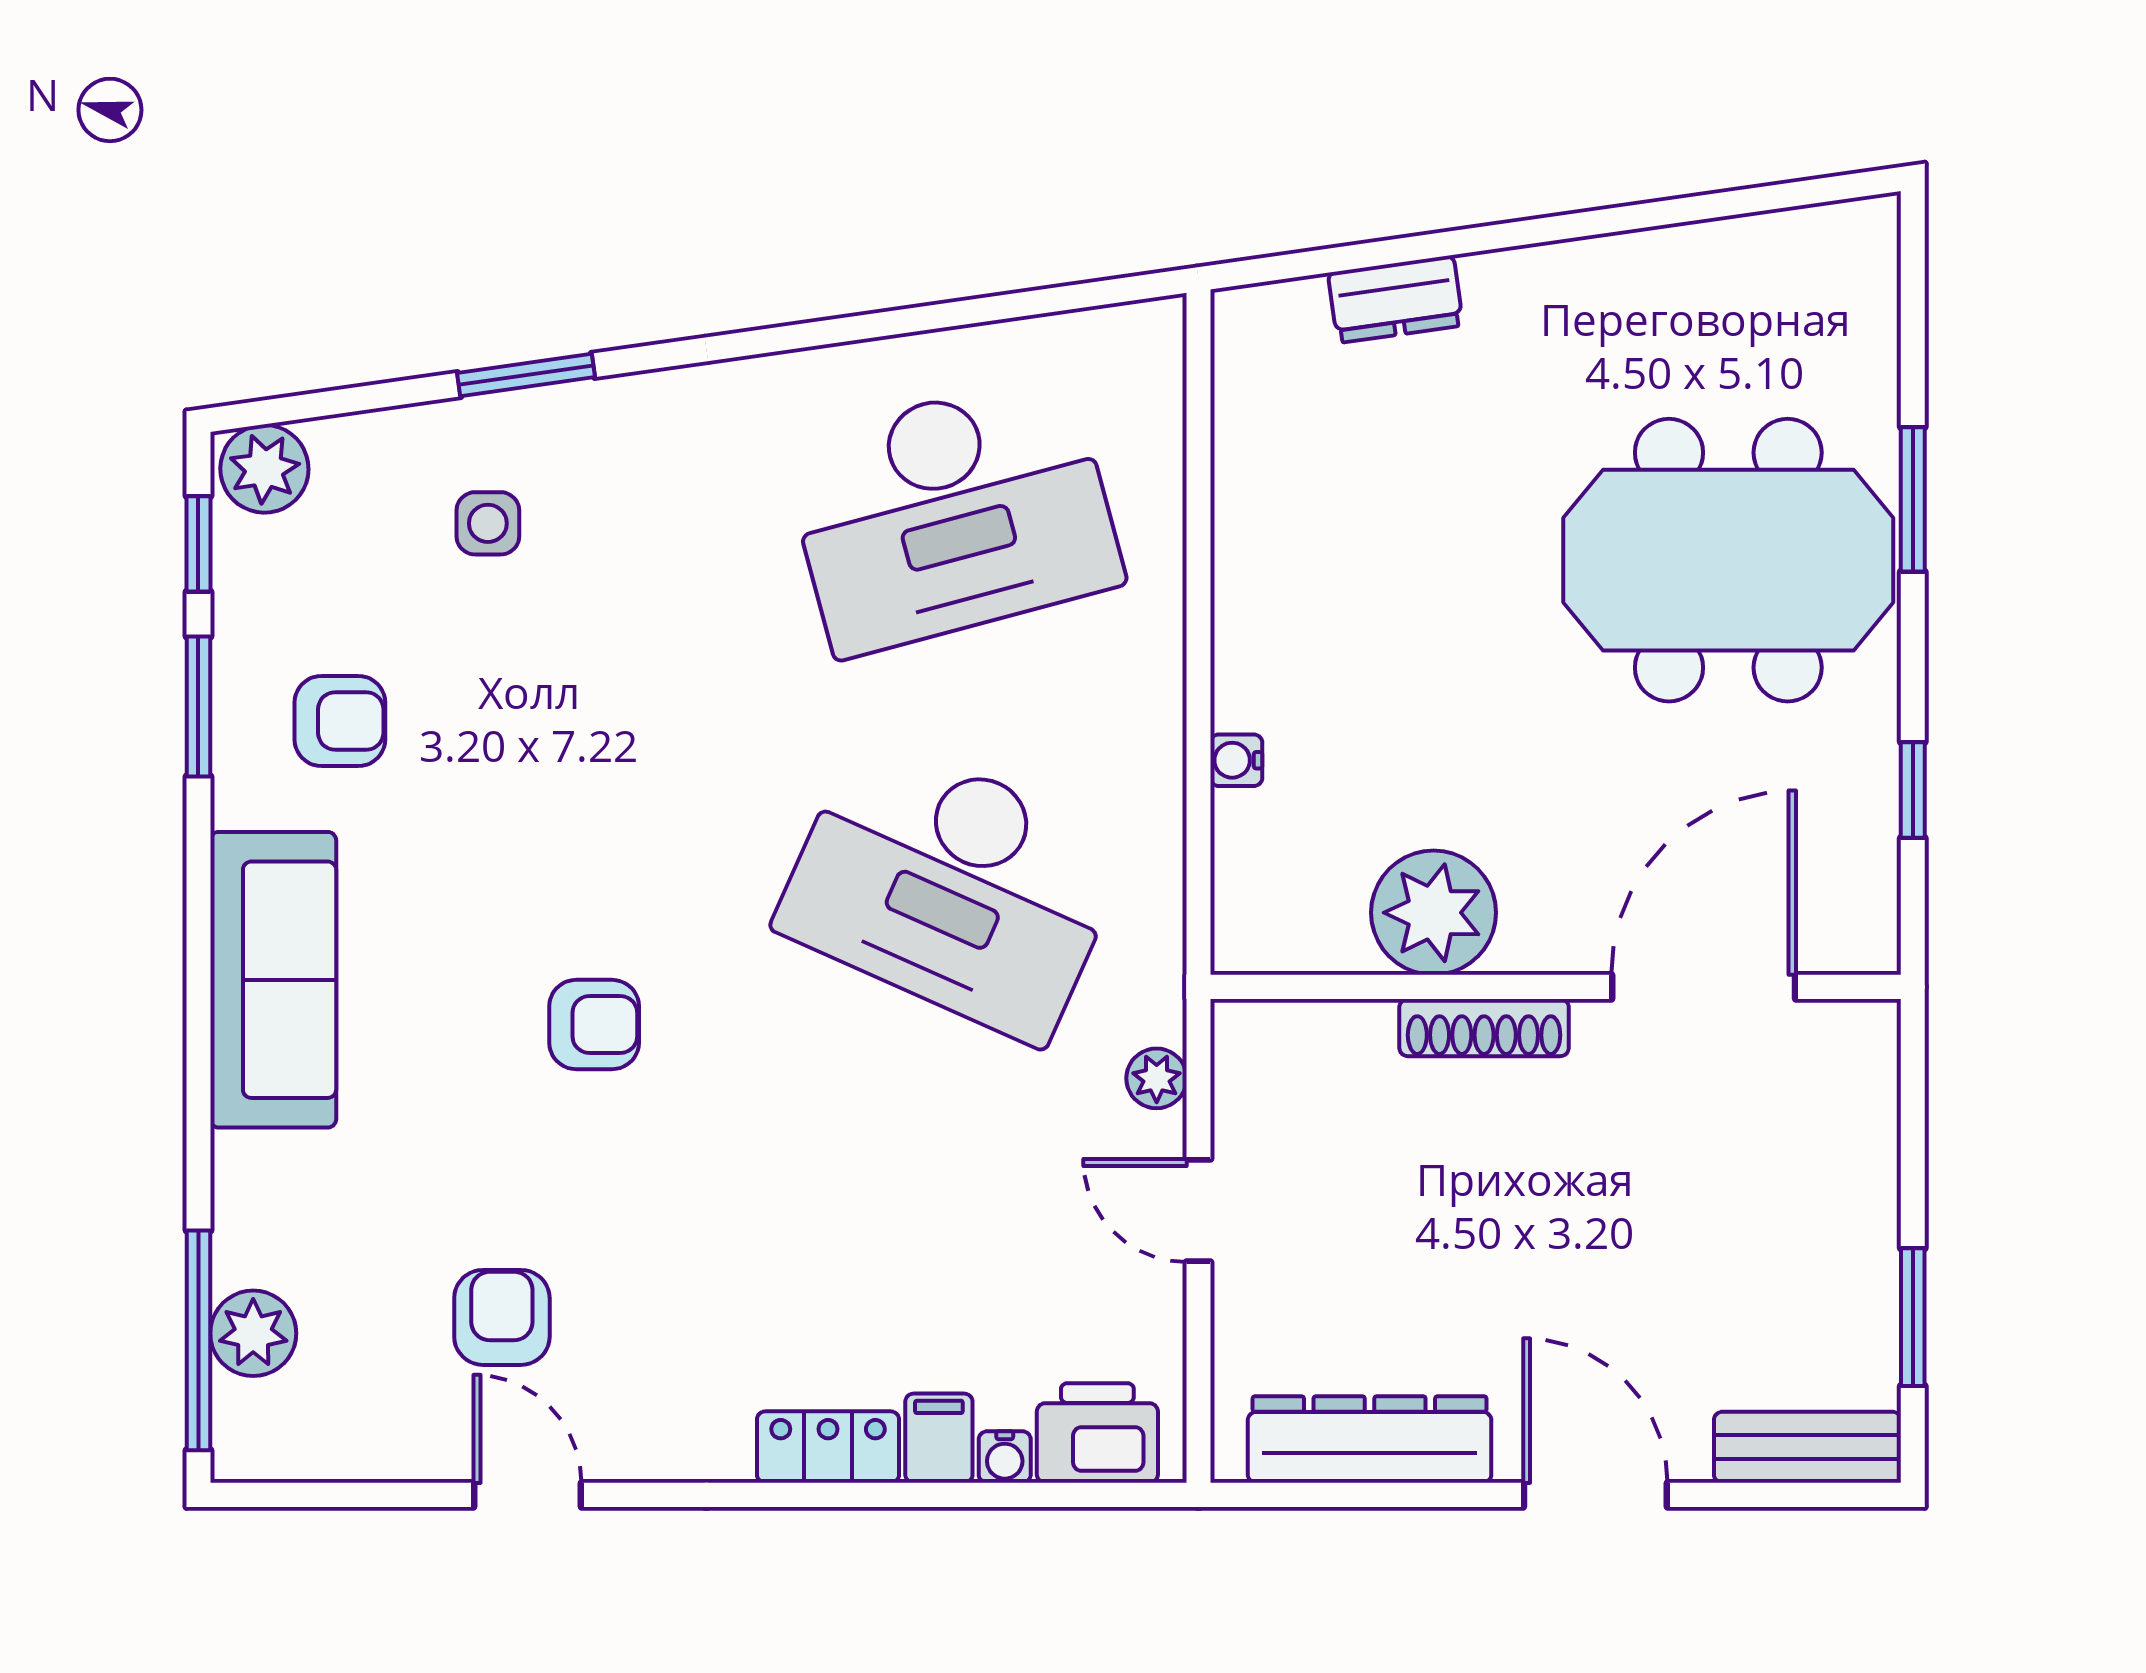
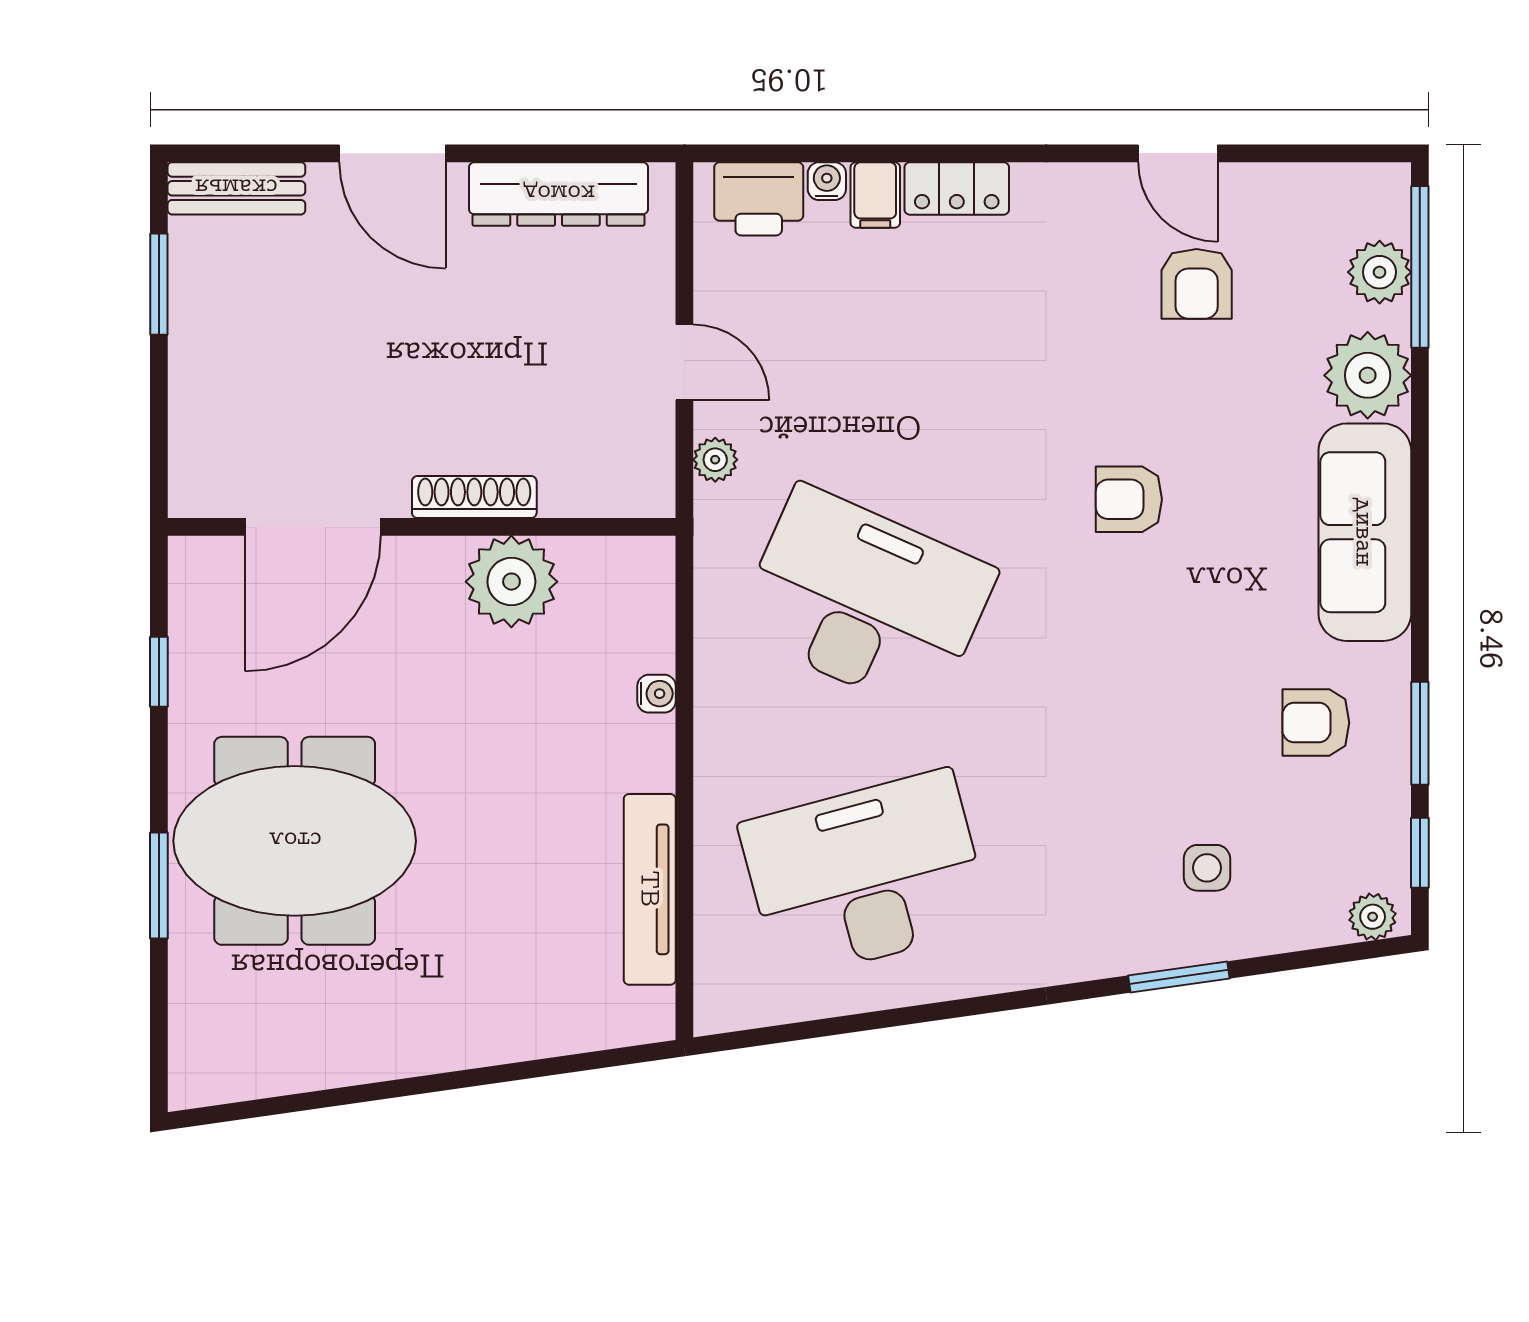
dresser: (1396, 299) -> (539, 1033), removed
plant: (264, 469) -> (1373, 917), width x0.73, depth x0.73
tv unit: (1246, 494) -> (650, 889), added
plant: (269, 1193) -> (1368, 375), added

